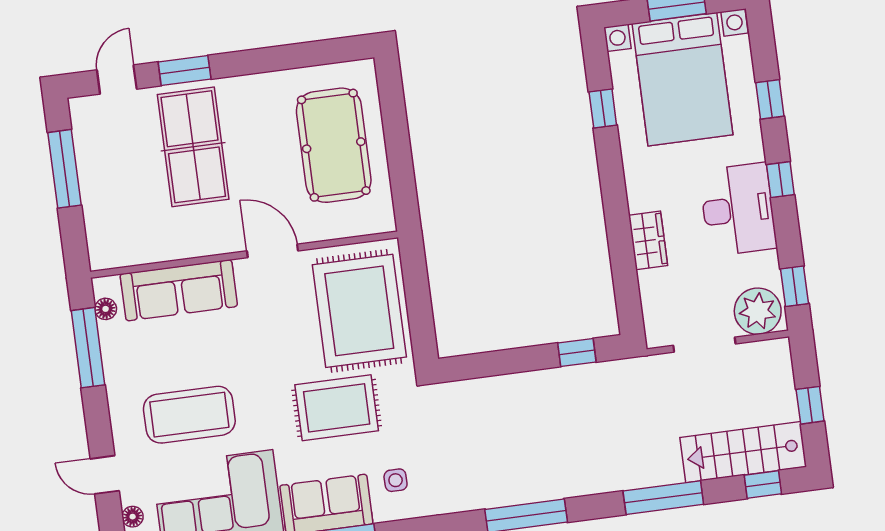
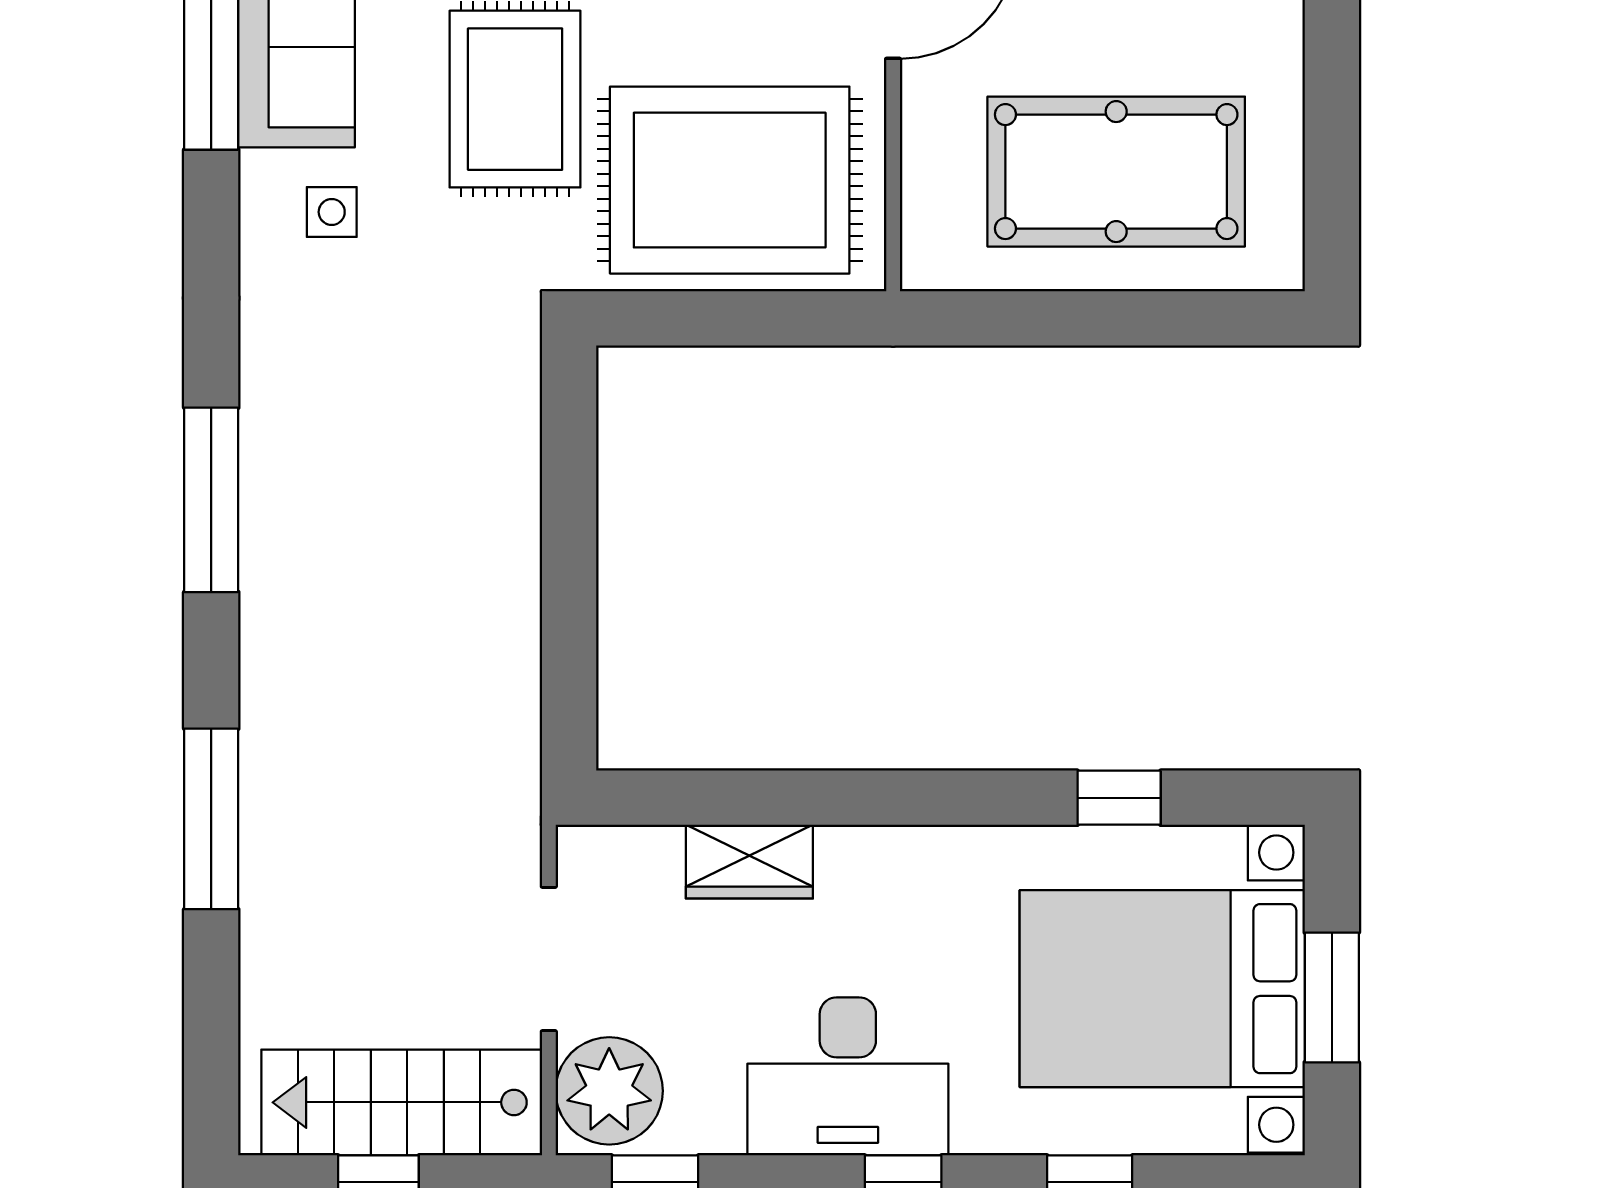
wardrobe: (648, 240) -> (749, 862), moved
window: (577, 353) -> (569, 665), removed
stairs: (743, 452) -> (402, 1102), moved, turned -90
window: (763, 485) -> (211, 1051), removed

